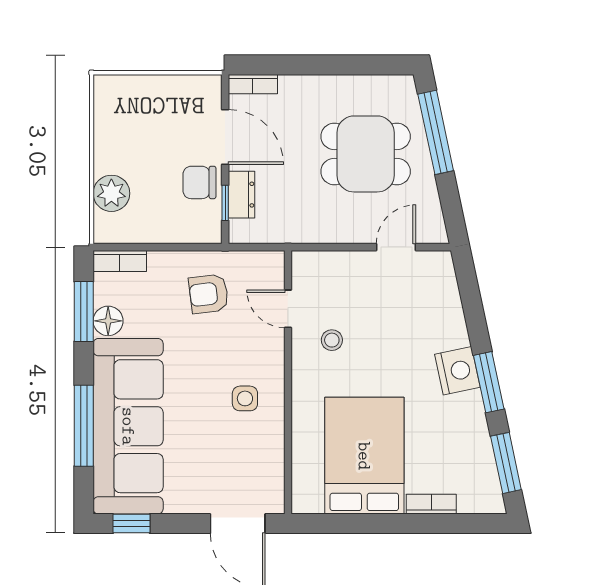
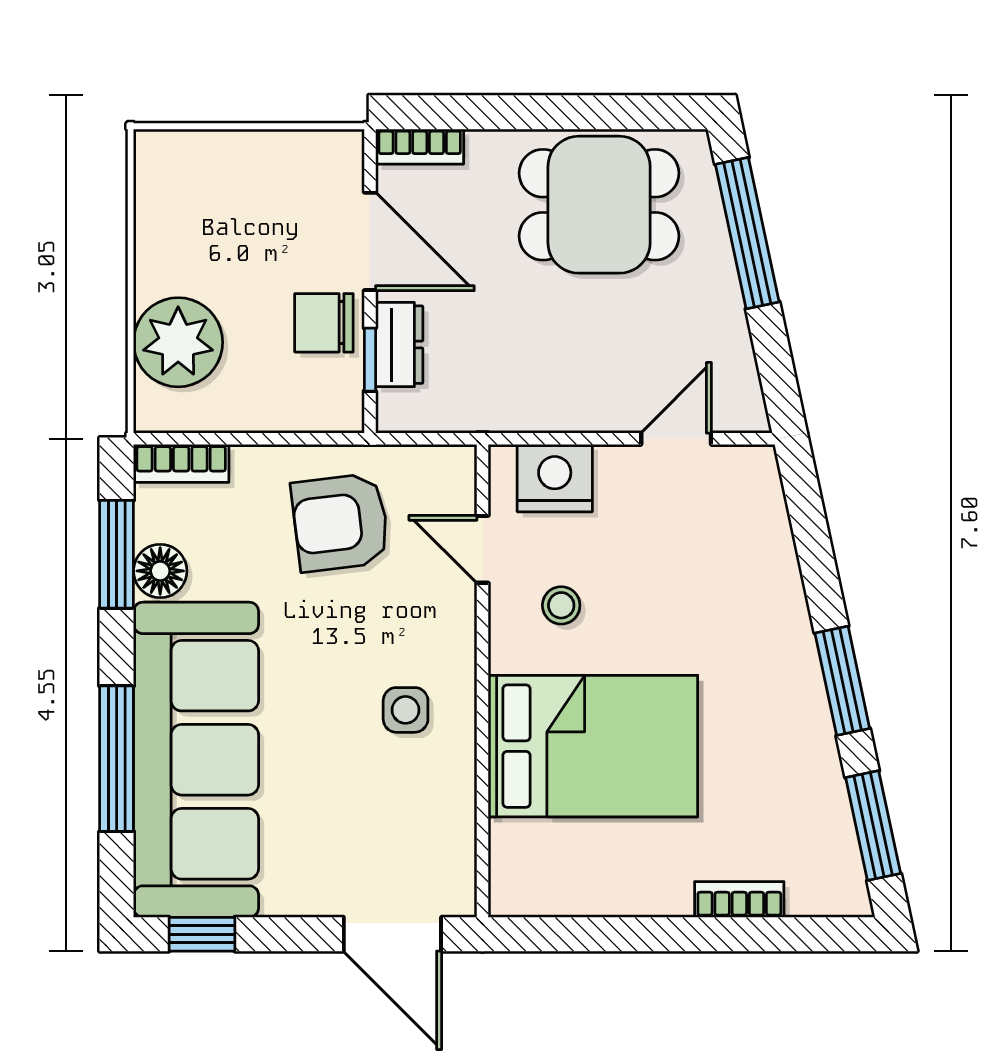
dining table: (366, 154) -> (599, 205), moved
plant: (111, 193) -> (178, 342), width x1.36, depth x1.36
armchair: (209, 294) -> (340, 522), width x1.38, depth x1.38
nightstand: (457, 371) -> (555, 478), moved, turned -78
bed: (364, 456) -> (593, 746), moved, turned 90

